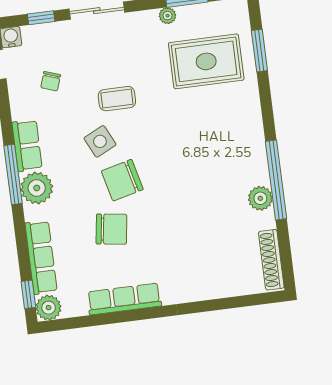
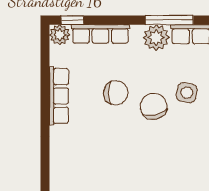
side table: (100, 141) -> (187, 93), turned 37
chair: (111, 229) -> (116, 93), turned -98

